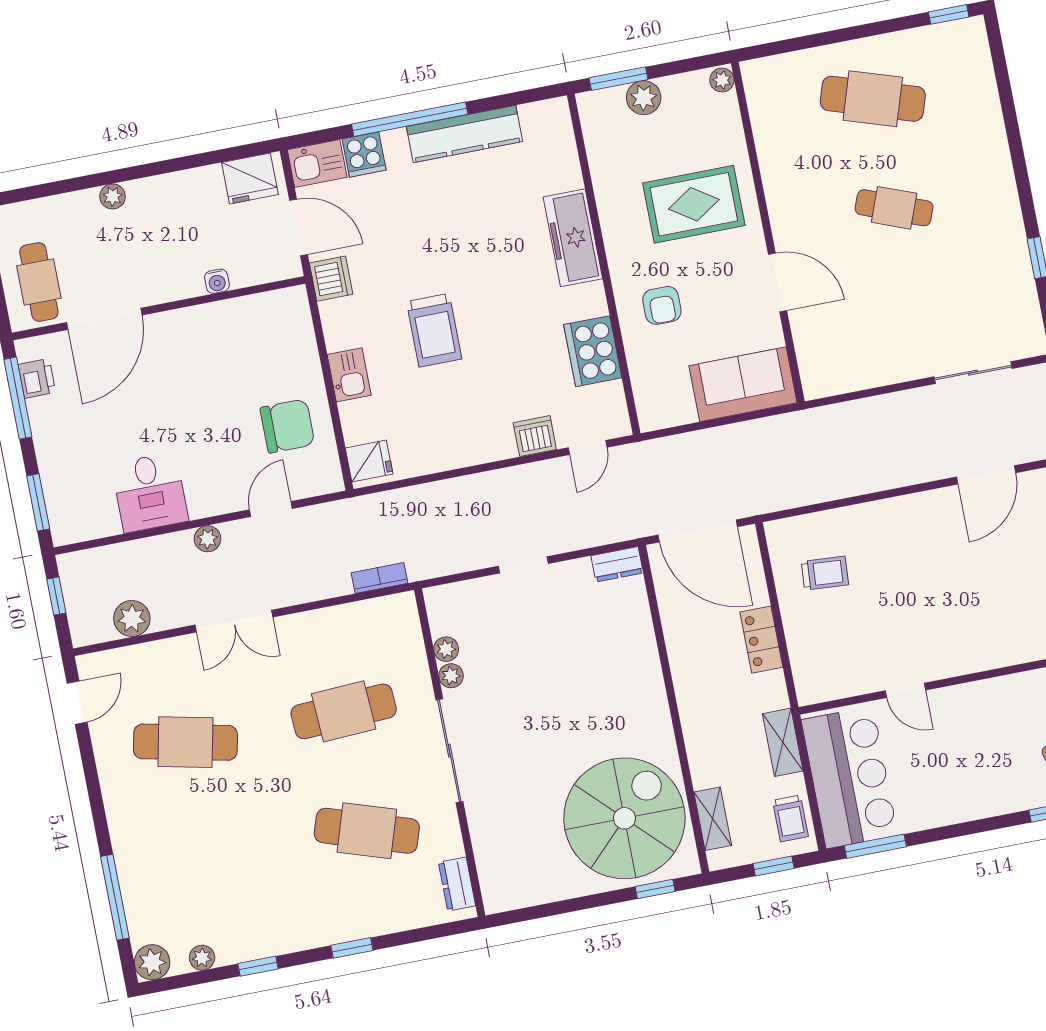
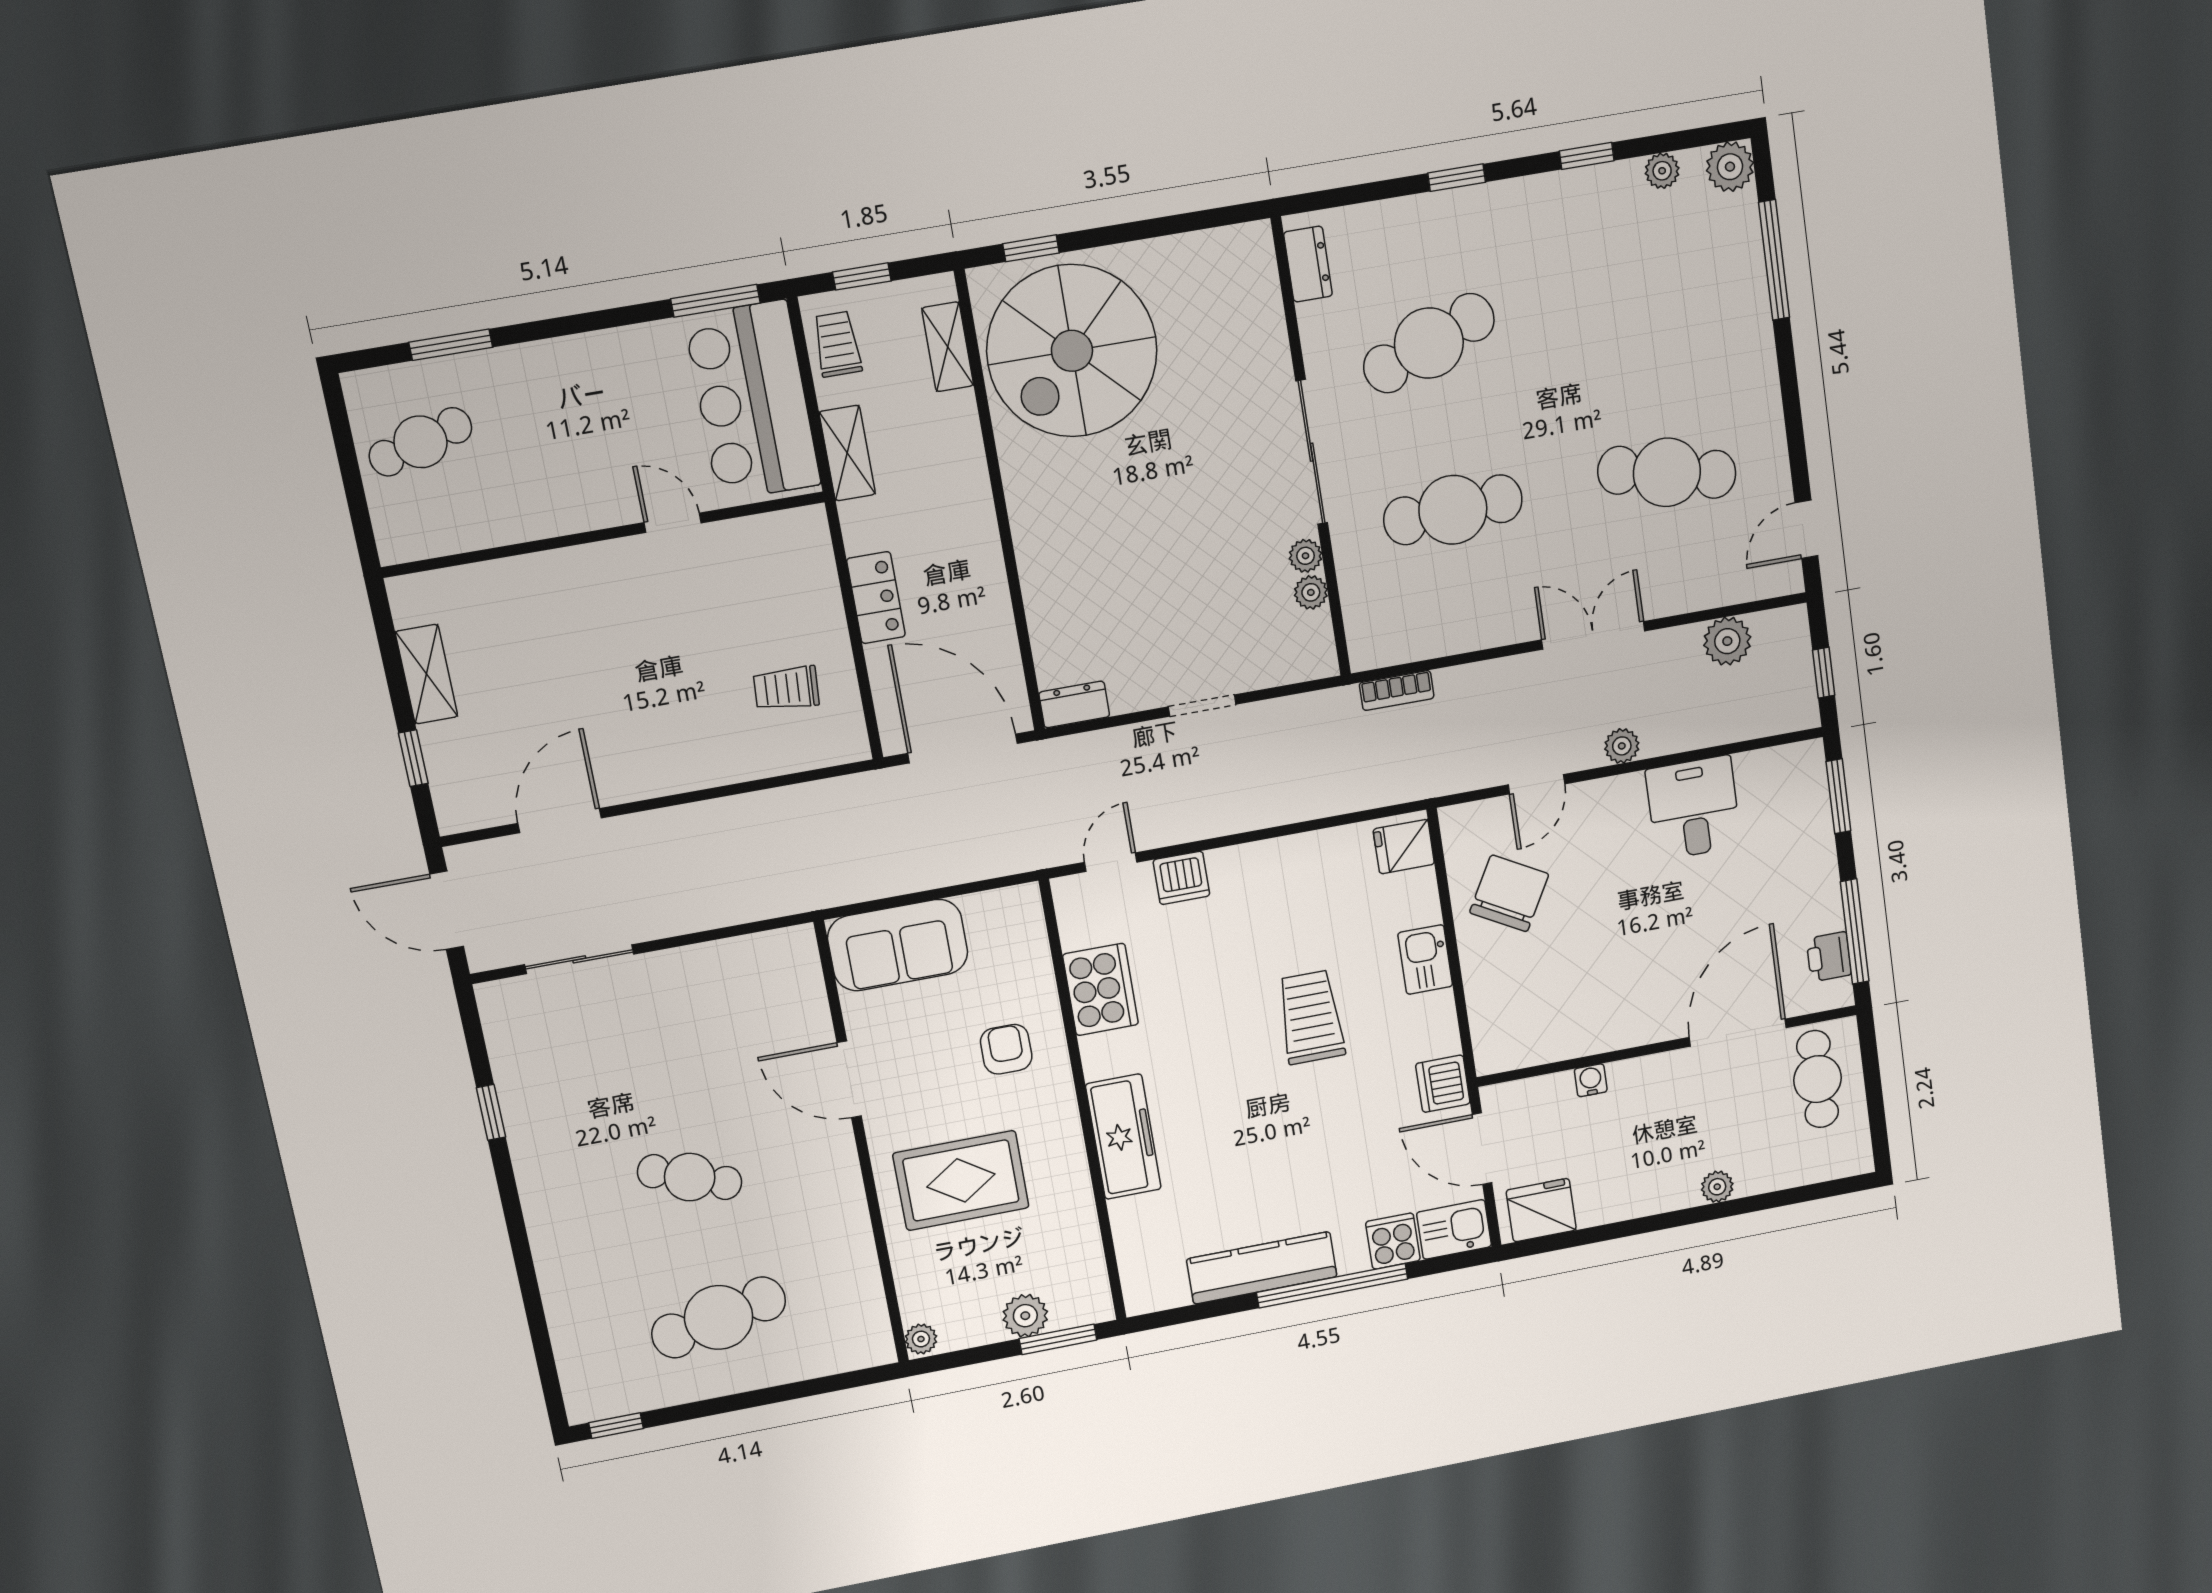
cafe table: (873, 99) -> (719, 1317), turned -30
chair: (287, 426) -> (1509, 893), turned 119
cafe table: (367, 831) -> (1429, 343), turned -39

